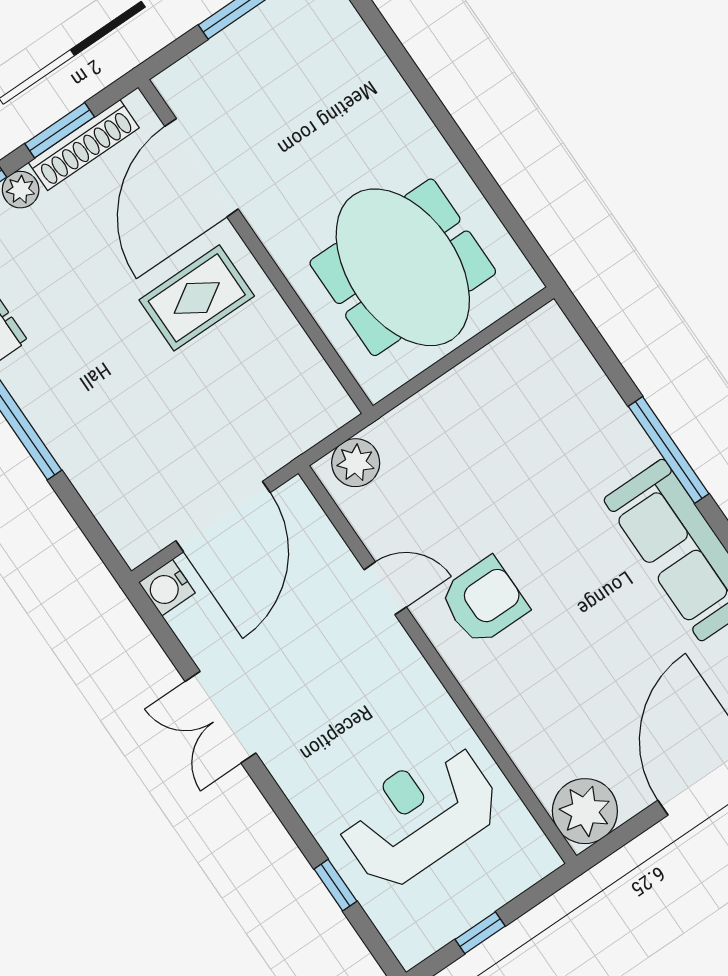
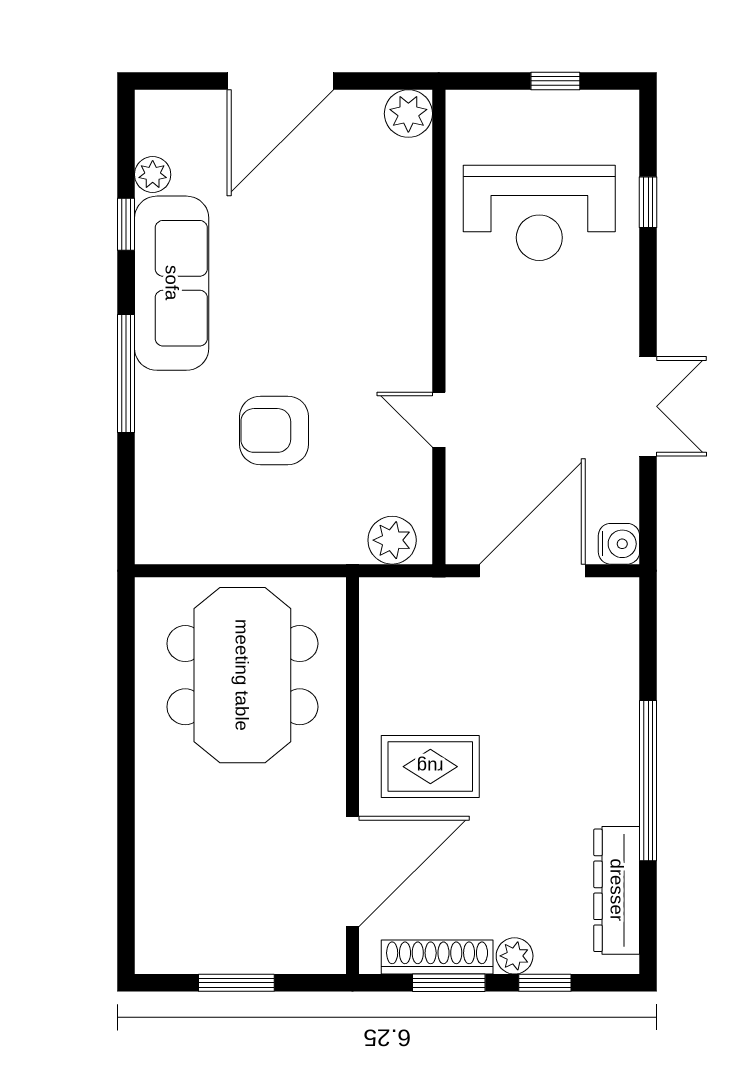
armchair: (484, 601) -> (274, 430), moved
plant: (585, 811) -> (408, 114), width x0.73, depth x0.73

